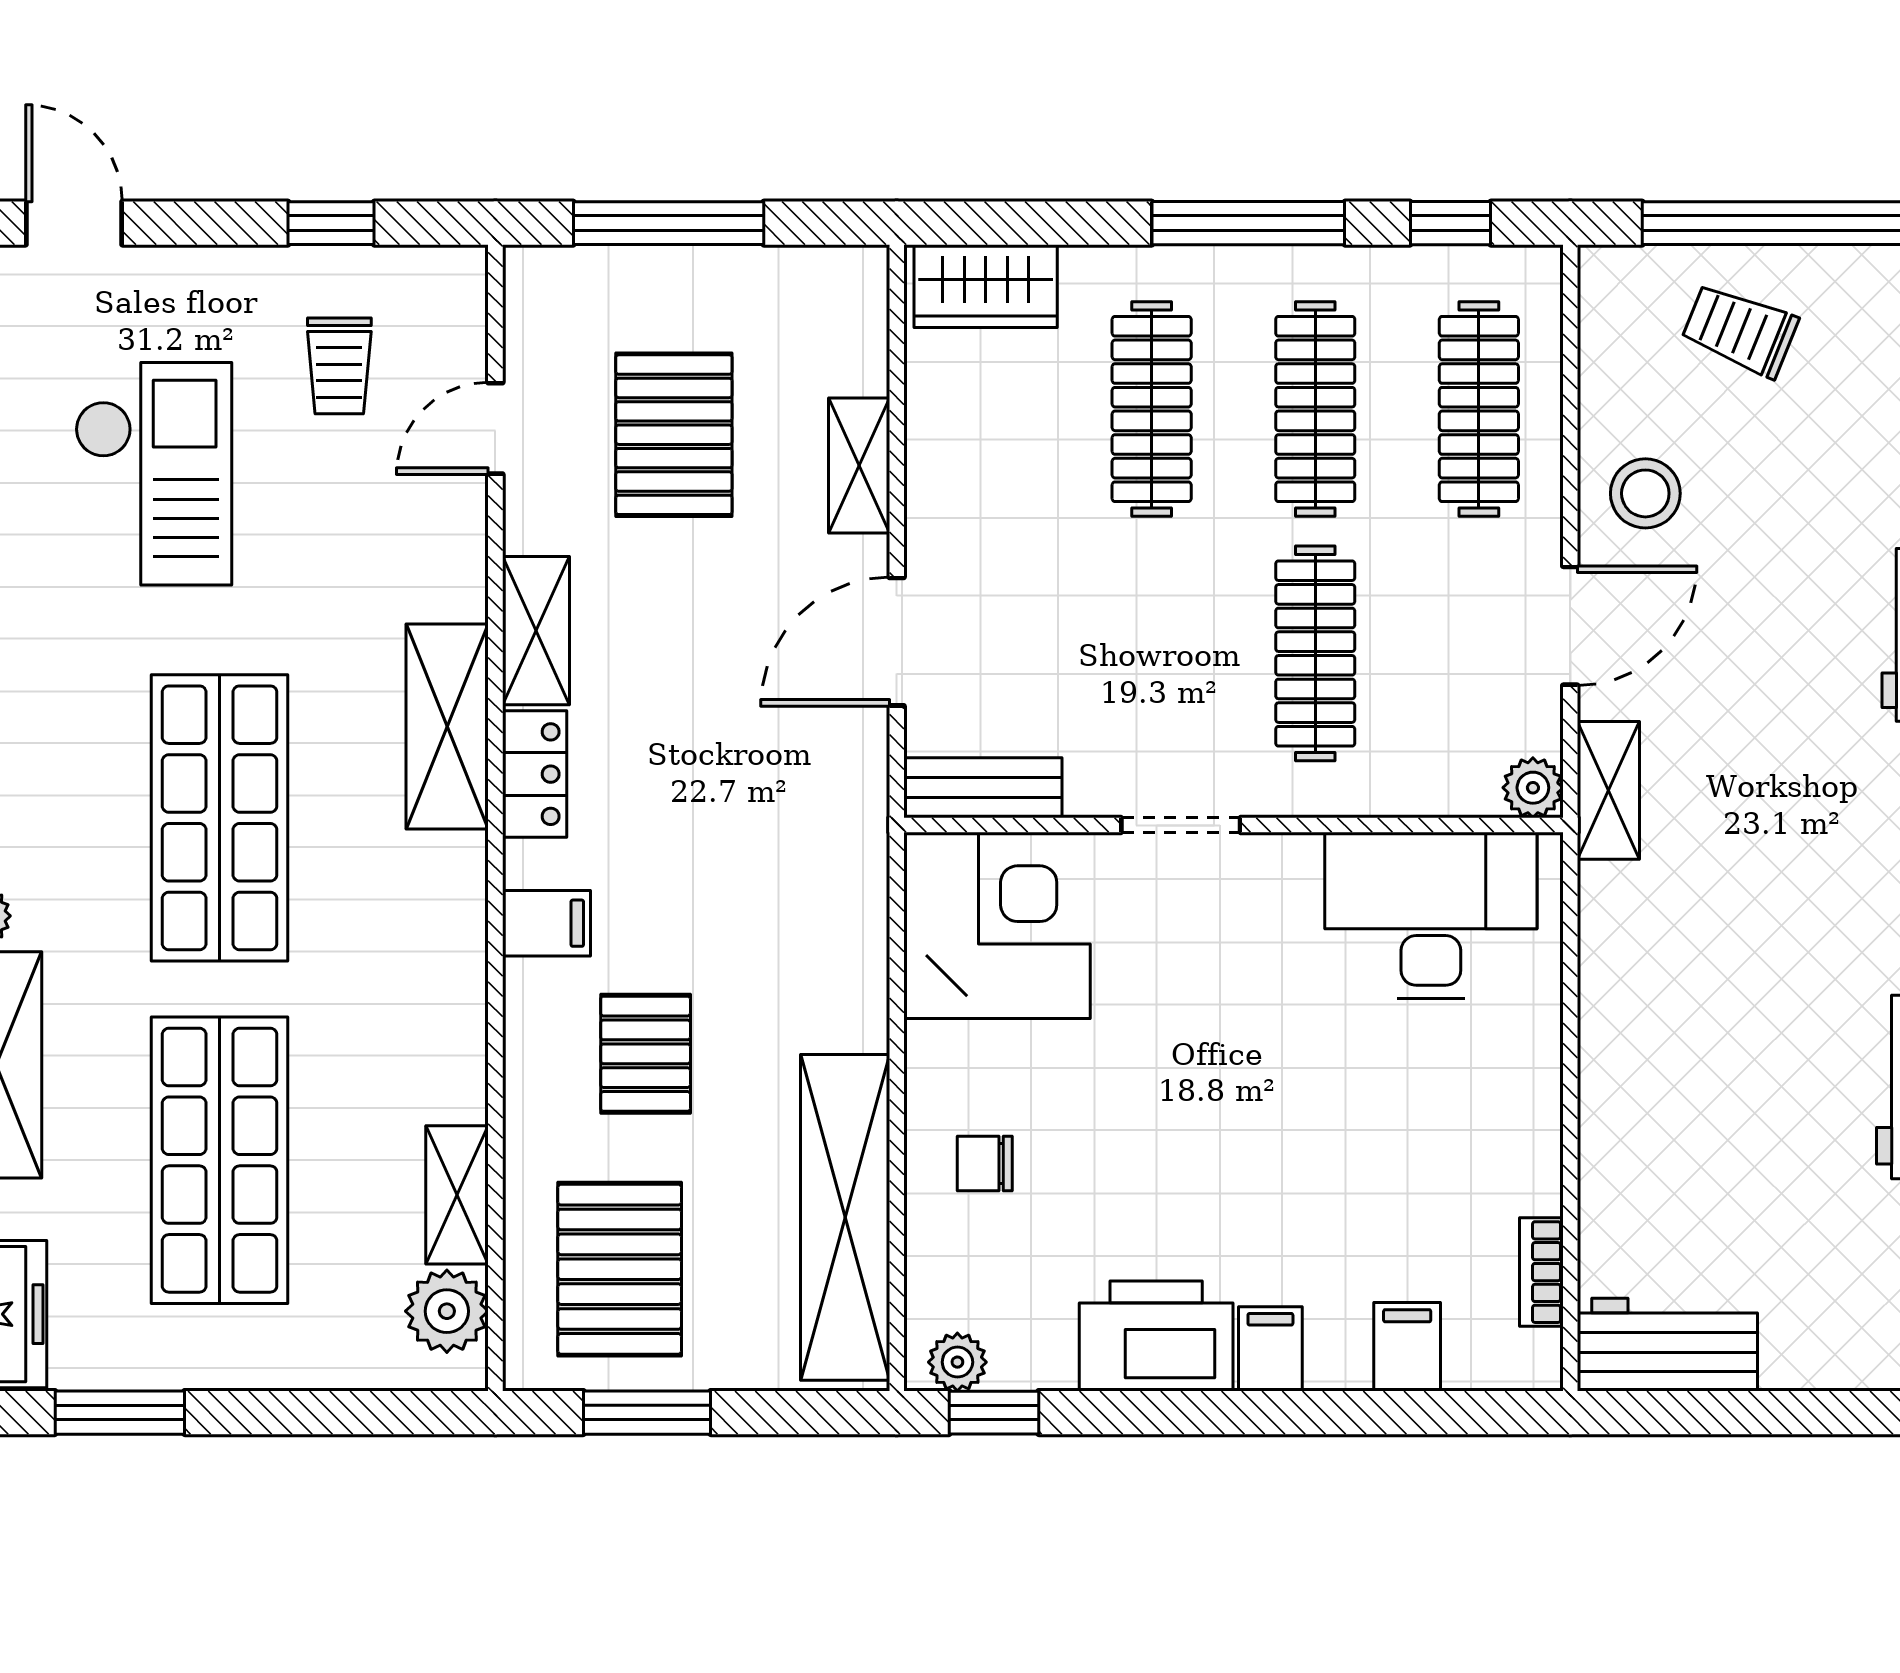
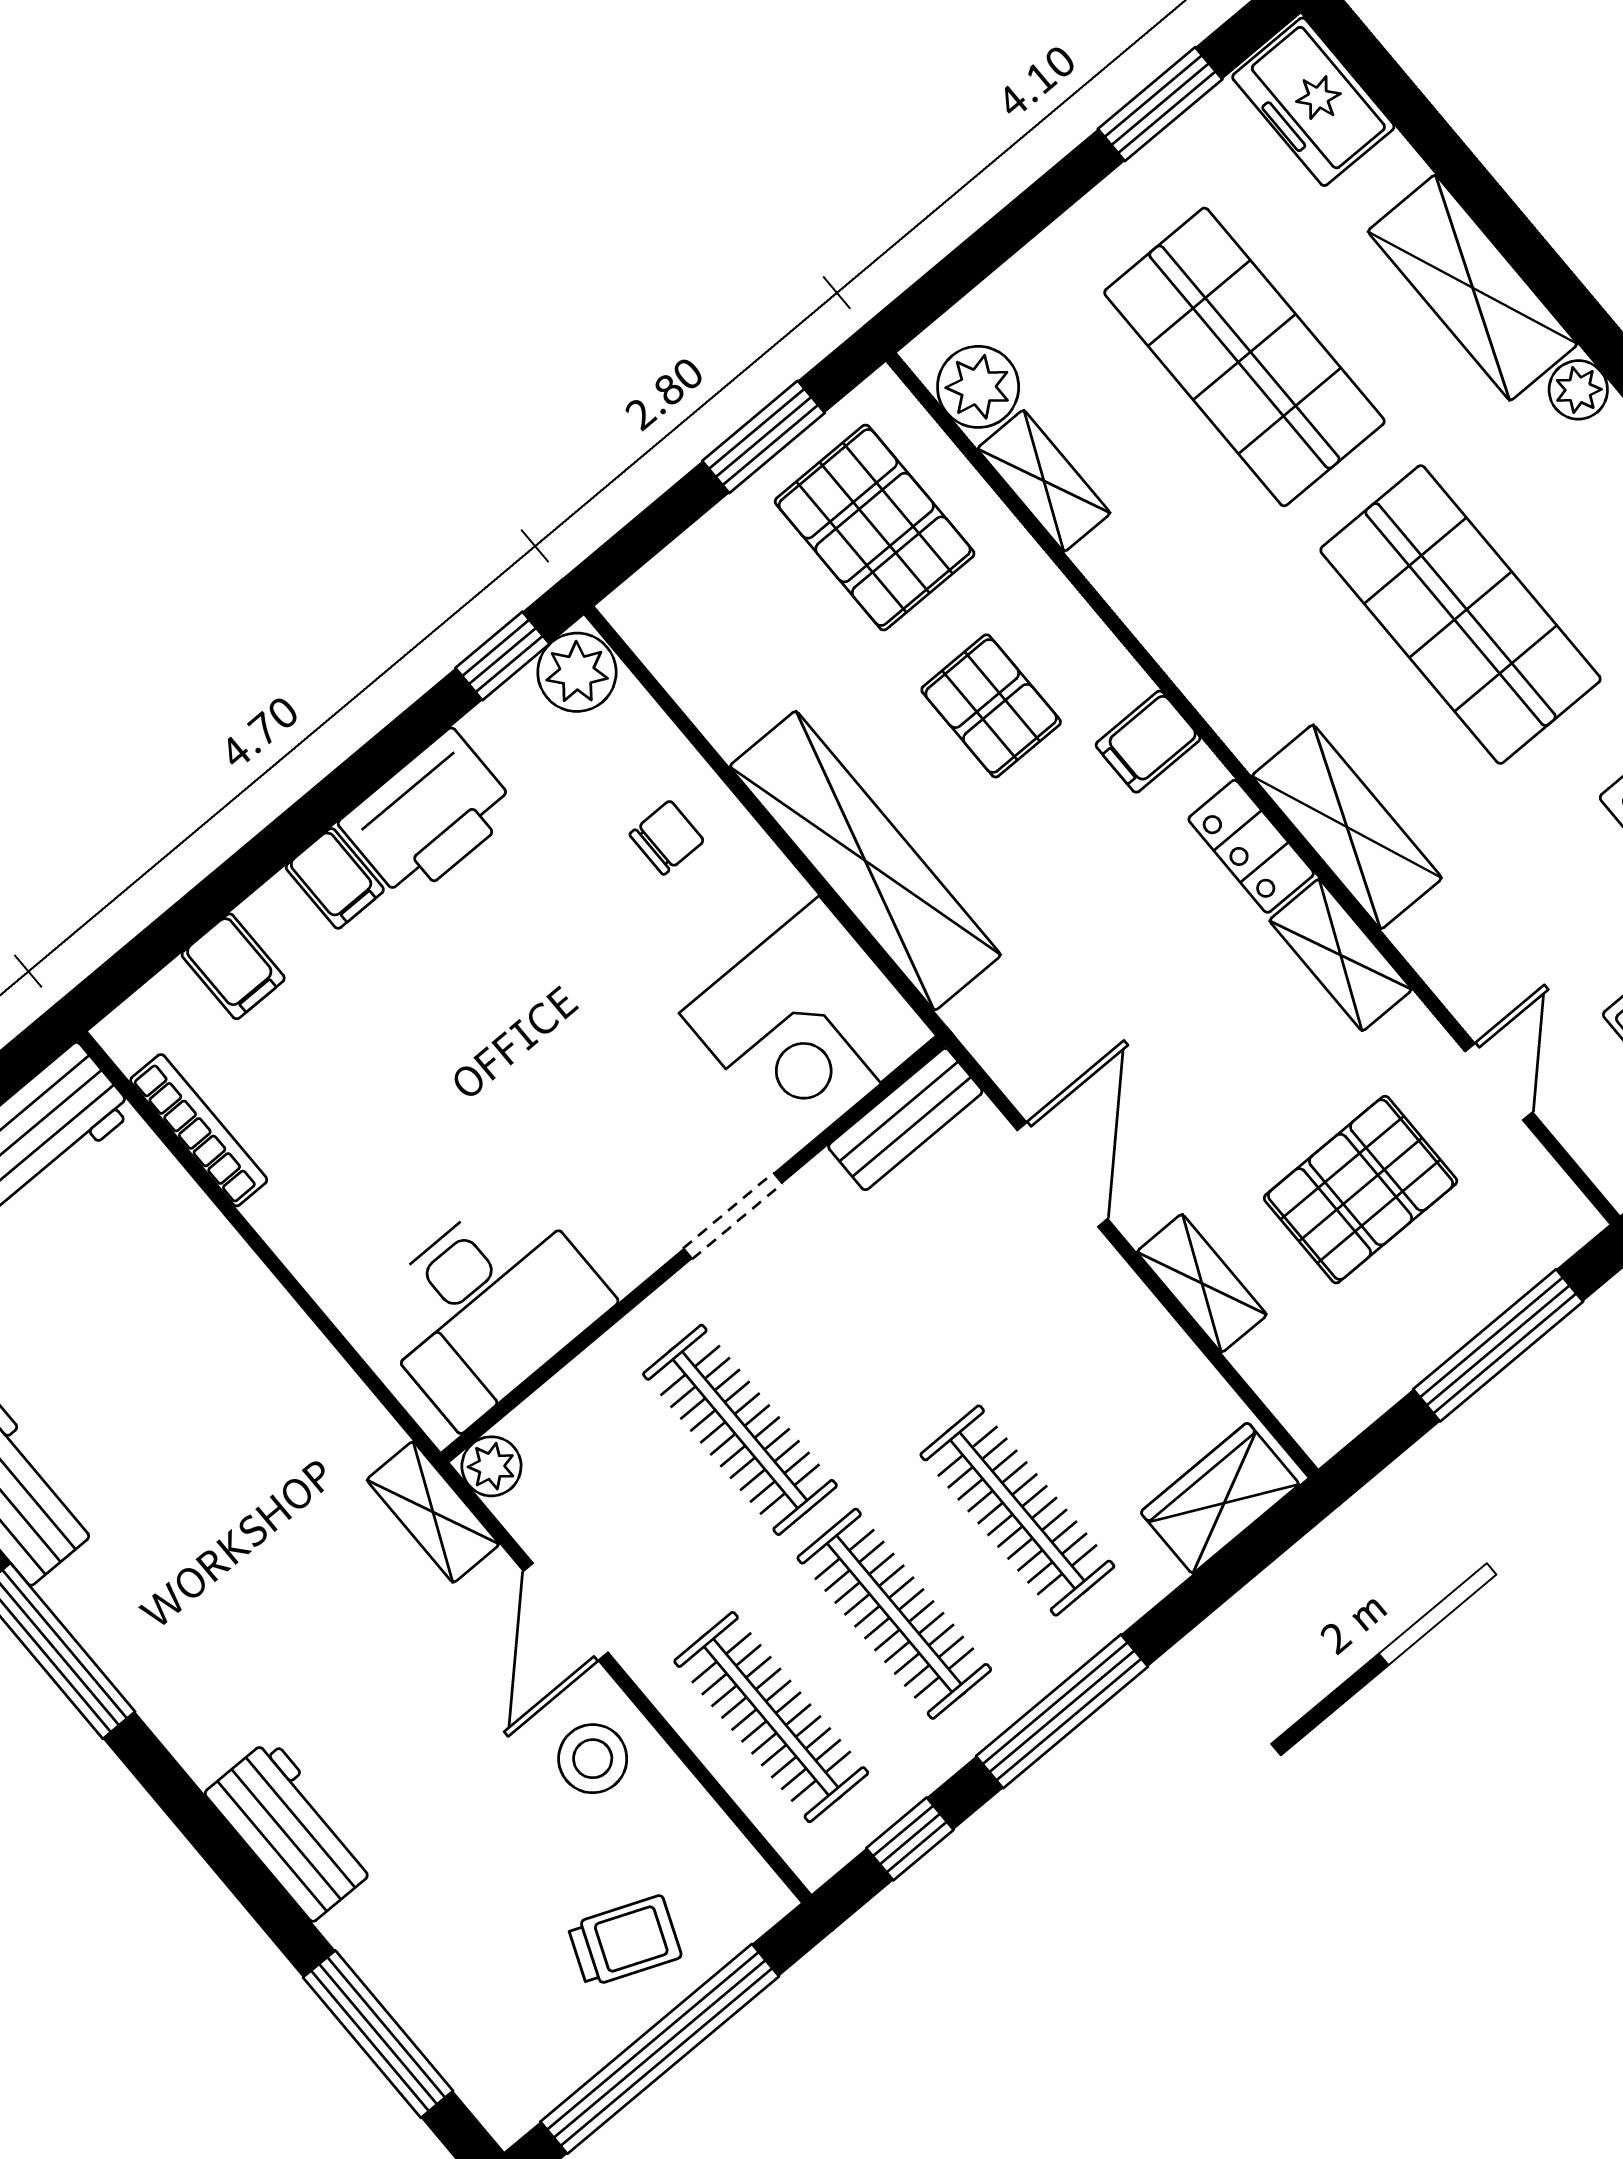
pallet: (674, 435) -> (1361, 1190), turned 90
shelving: (845, 1217) -> (865, 861), moved
bookcase: (1541, 1272) -> (199, 1130), width x1.56
plant: (957, 1362) -> (577, 672), width x1.38, depth x1.38

